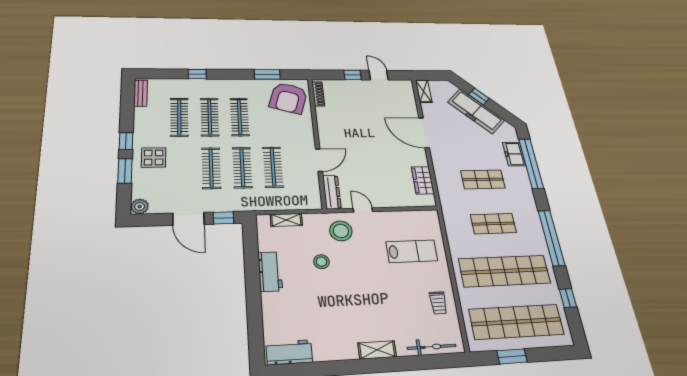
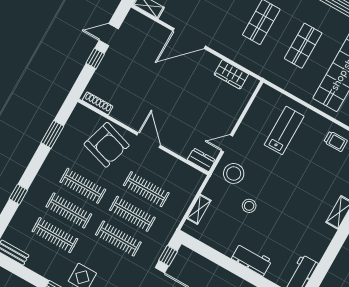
armchair: (288, 98) -> (107, 145), moved
door: (319, 160) -> (149, 140), moved
dresser: (332, 192) -> (201, 160), width x0.70
workbench: (270, 272) -> (252, 259), moved

